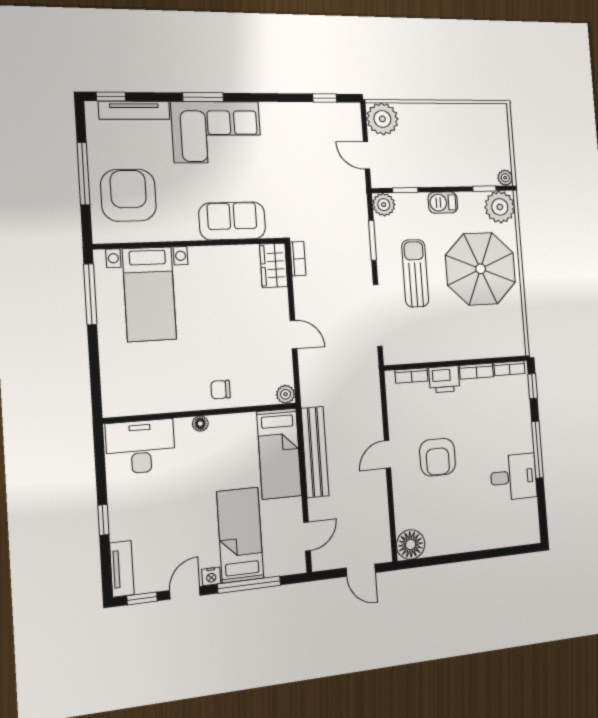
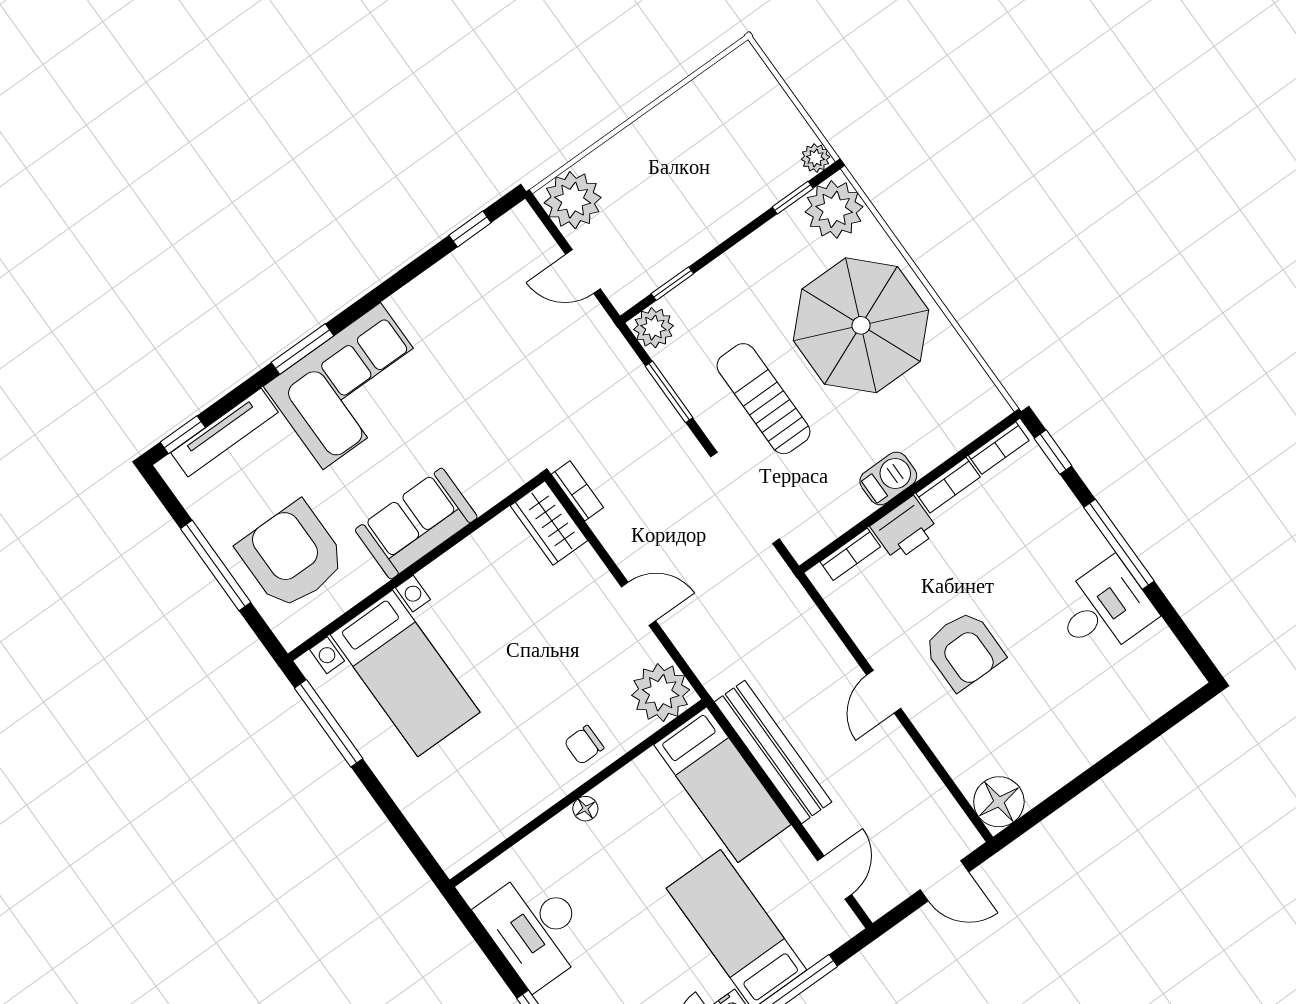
barbecue: (443, 203) -> (888, 478), moved, turned 180
sofa: (232, 221) -> (416, 524), moved
plant: (286, 394) -> (661, 693), width x1.87, depth x1.87
desk: (141, 447) -> (535, 928), moved, turned -90

